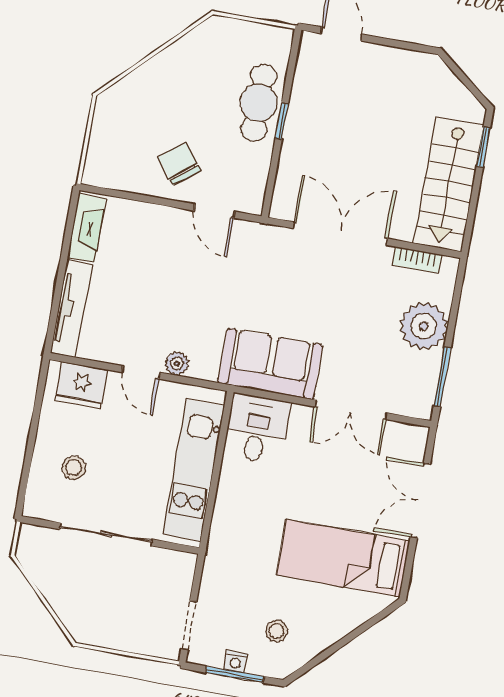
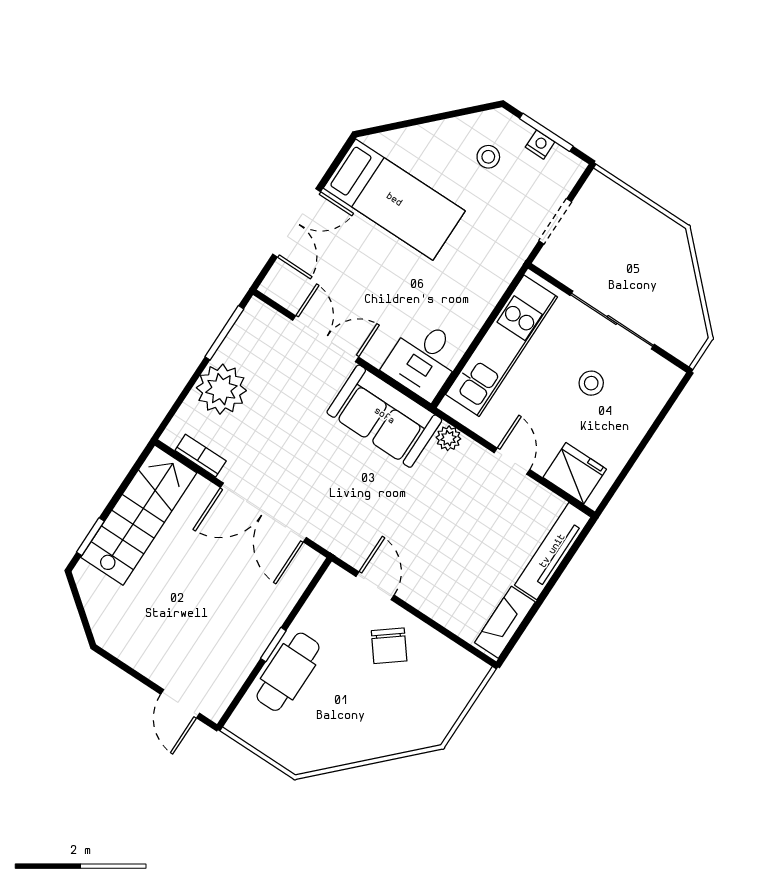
plant: (177, 363) -> (448, 438), moved
stool: (74, 468) -> (591, 383), moved
doorway: (189, 626) -> (555, 221), moved

